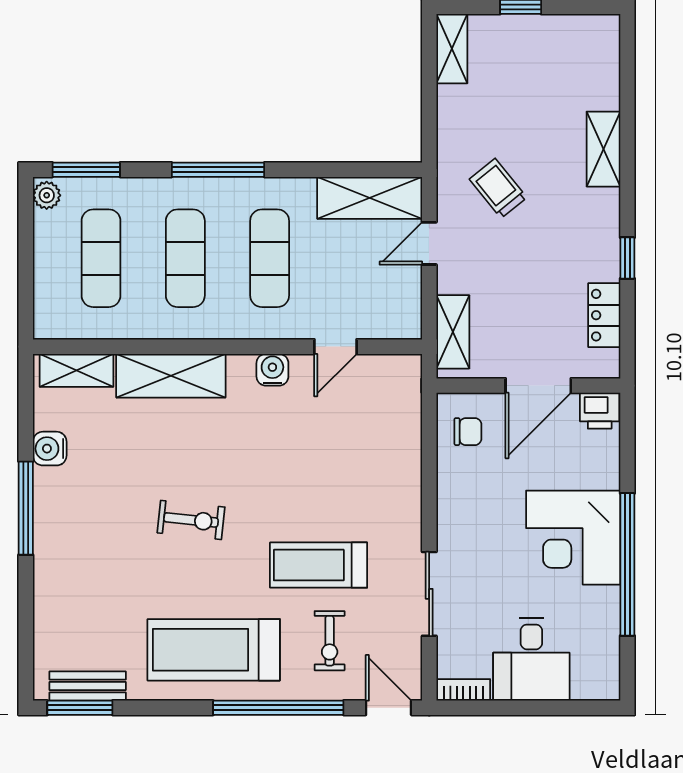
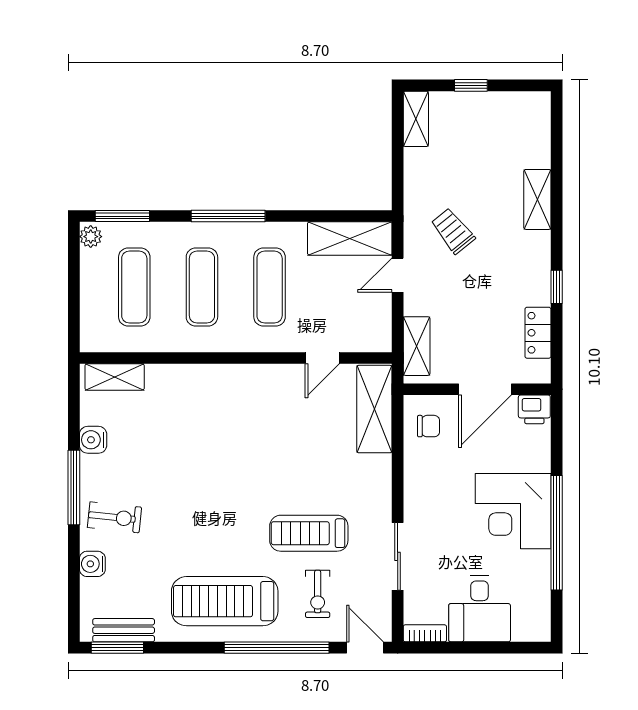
water cooler: (272, 370) -> (92, 564), moved, turned -90
shelving: (171, 376) -> (374, 409), moved, turned 90
exercise bike: (191, 520) -> (114, 517), moved

